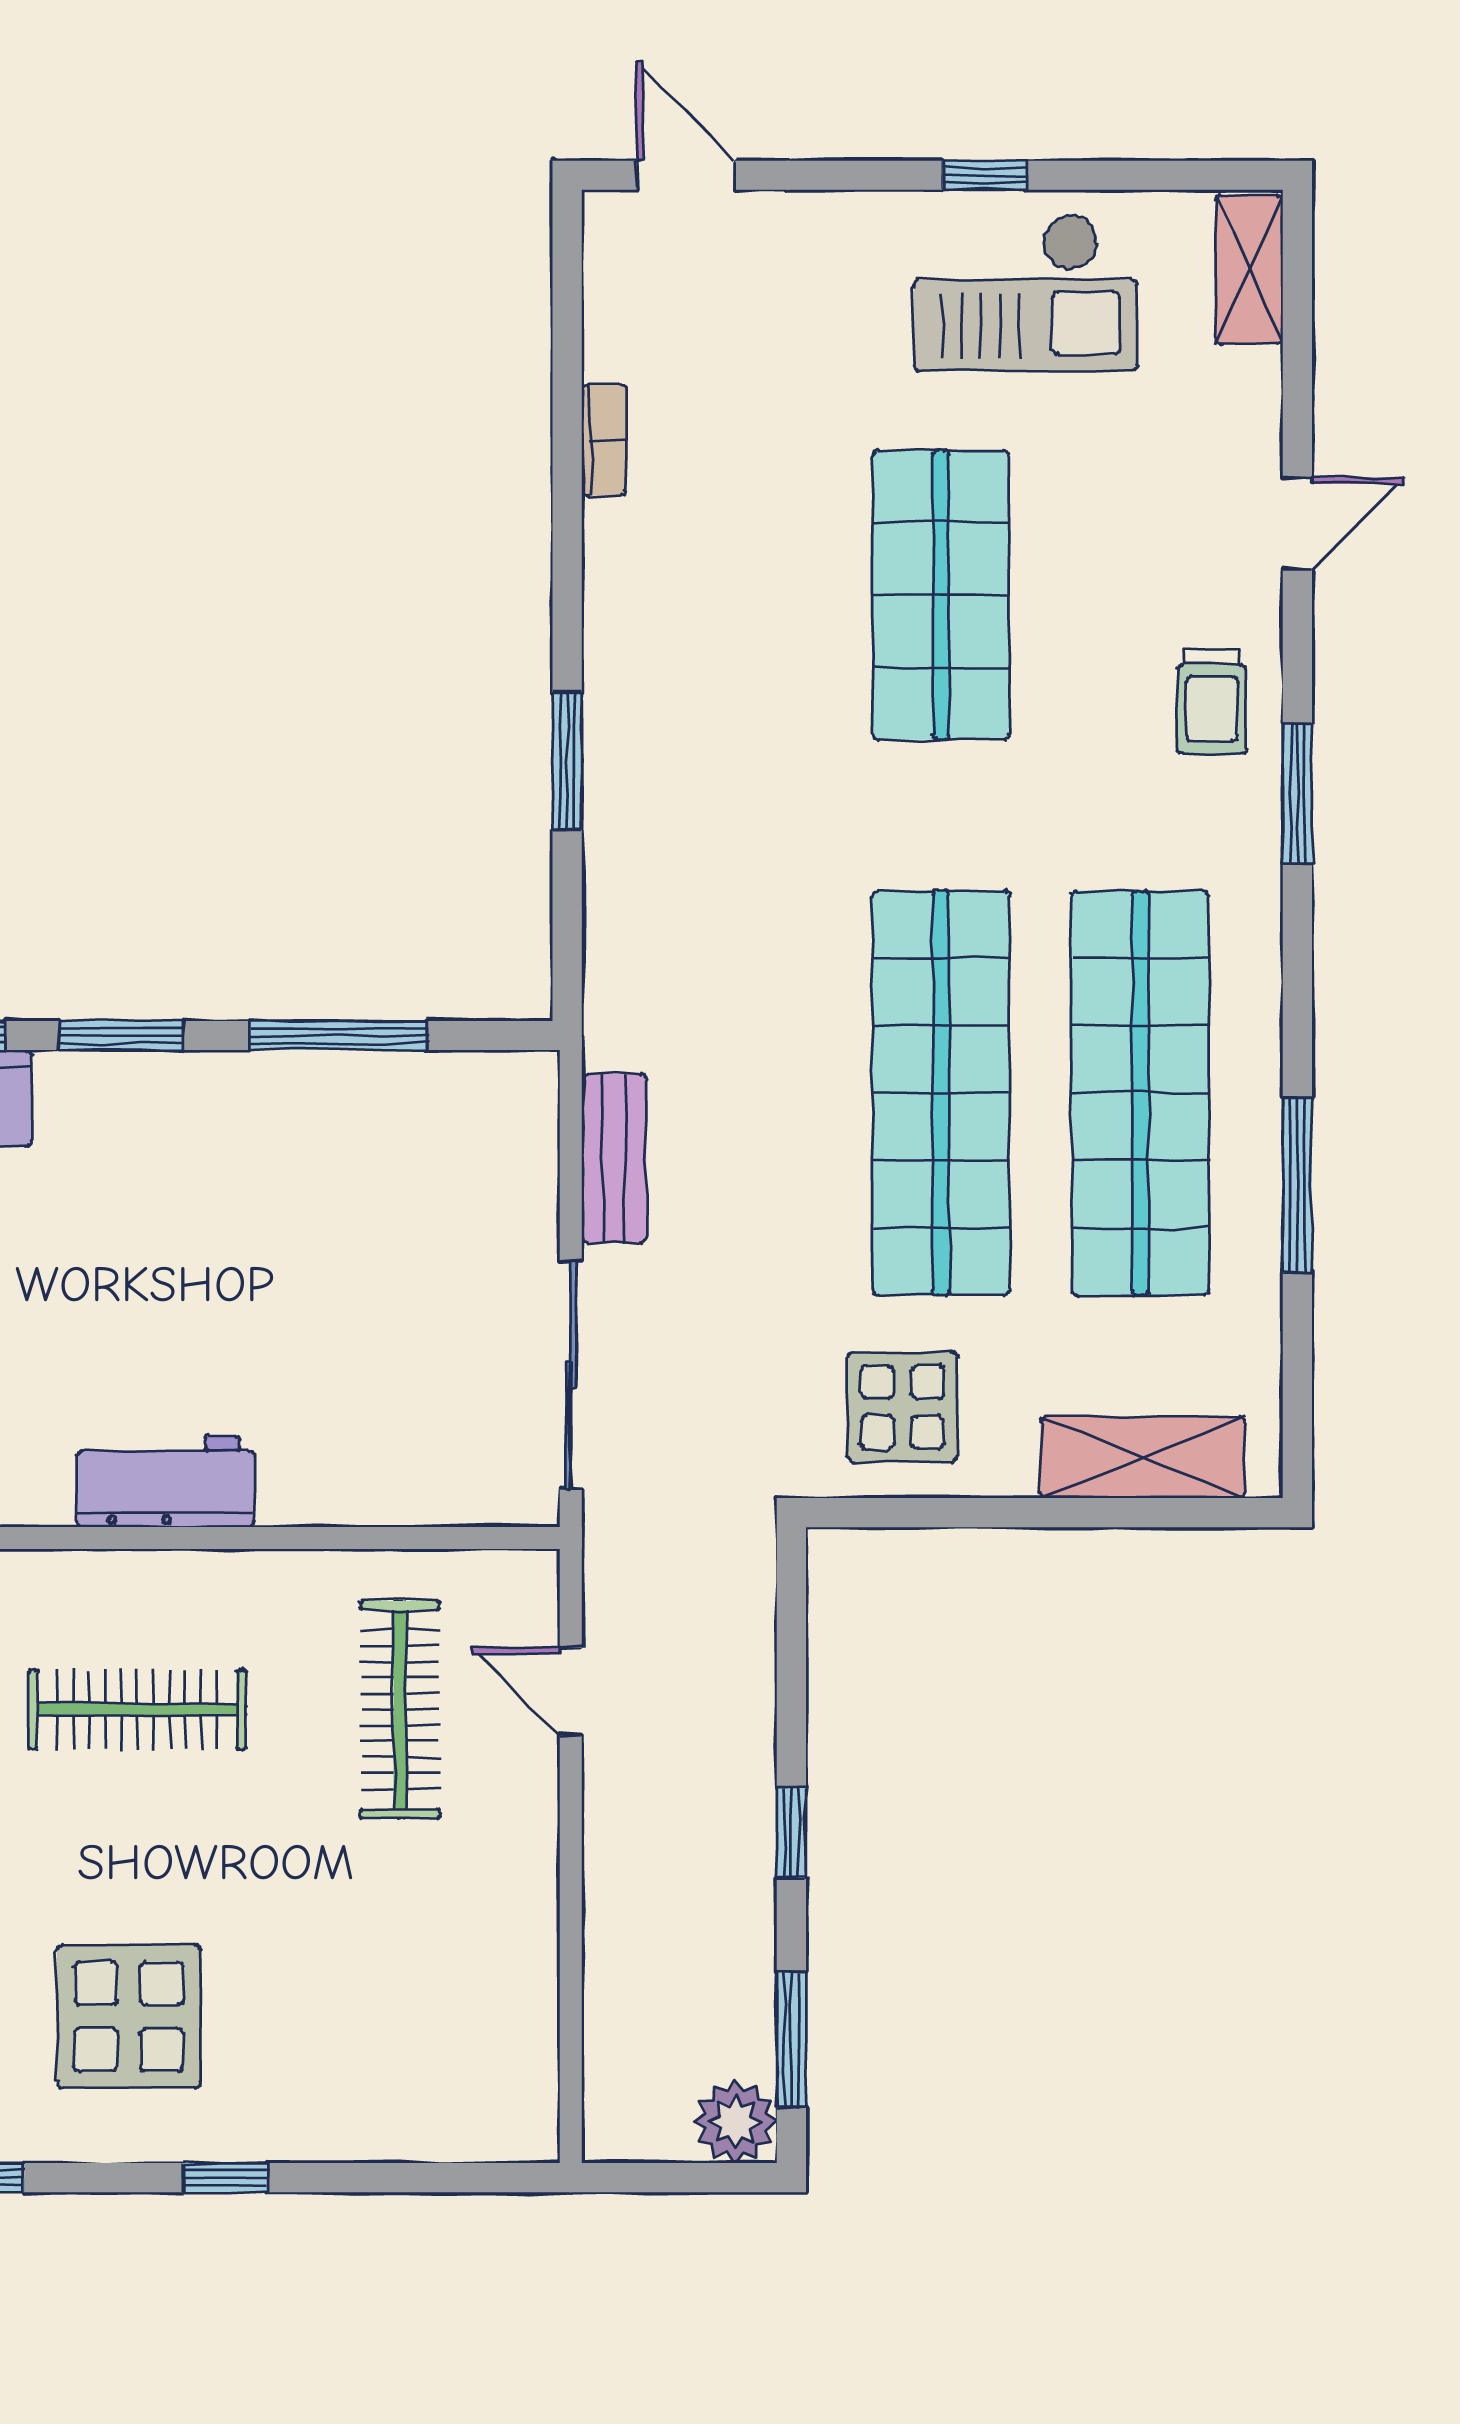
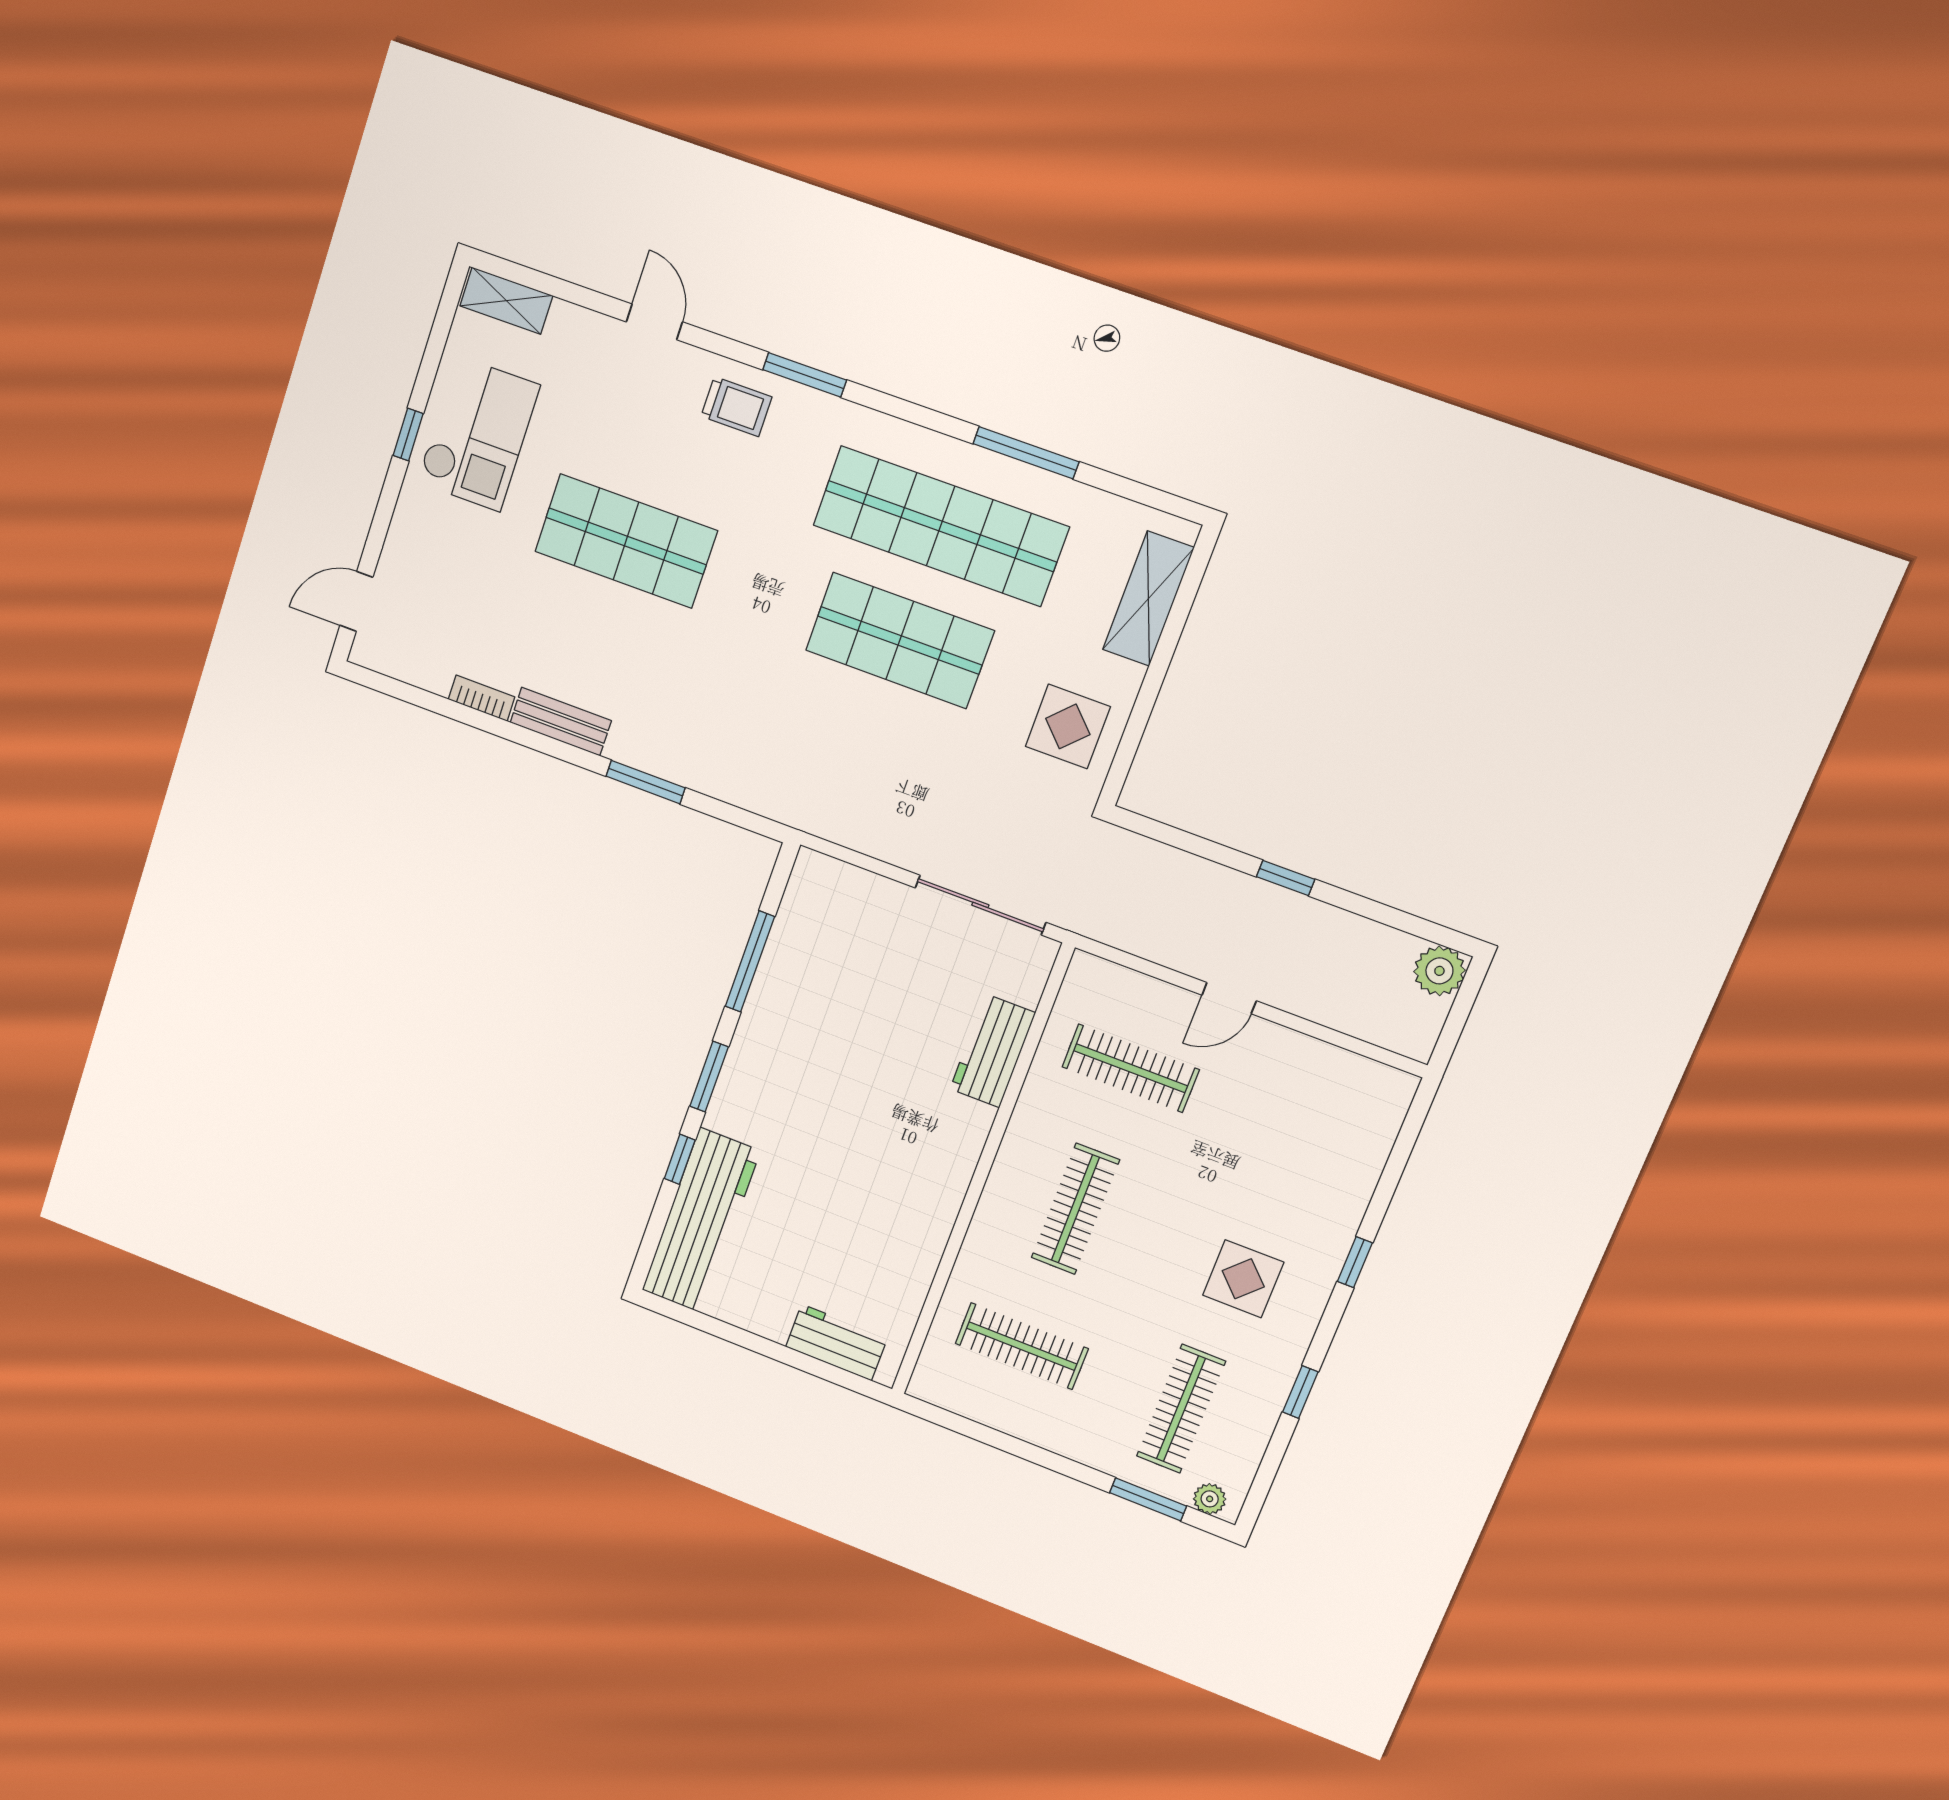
shop shelf: (941, 1093) -> (900, 640), width x0.71
bench: (614, 1158) -> (561, 722), moved
workbench: (166, 1481) -> (993, 1051), moved
door: (571, 1692) -> (1229, 998), moved
display table: (129, 2016) -> (1243, 1279), width x0.73, depth x0.73
window: (791, 2039) -> (1405, 922), removed

